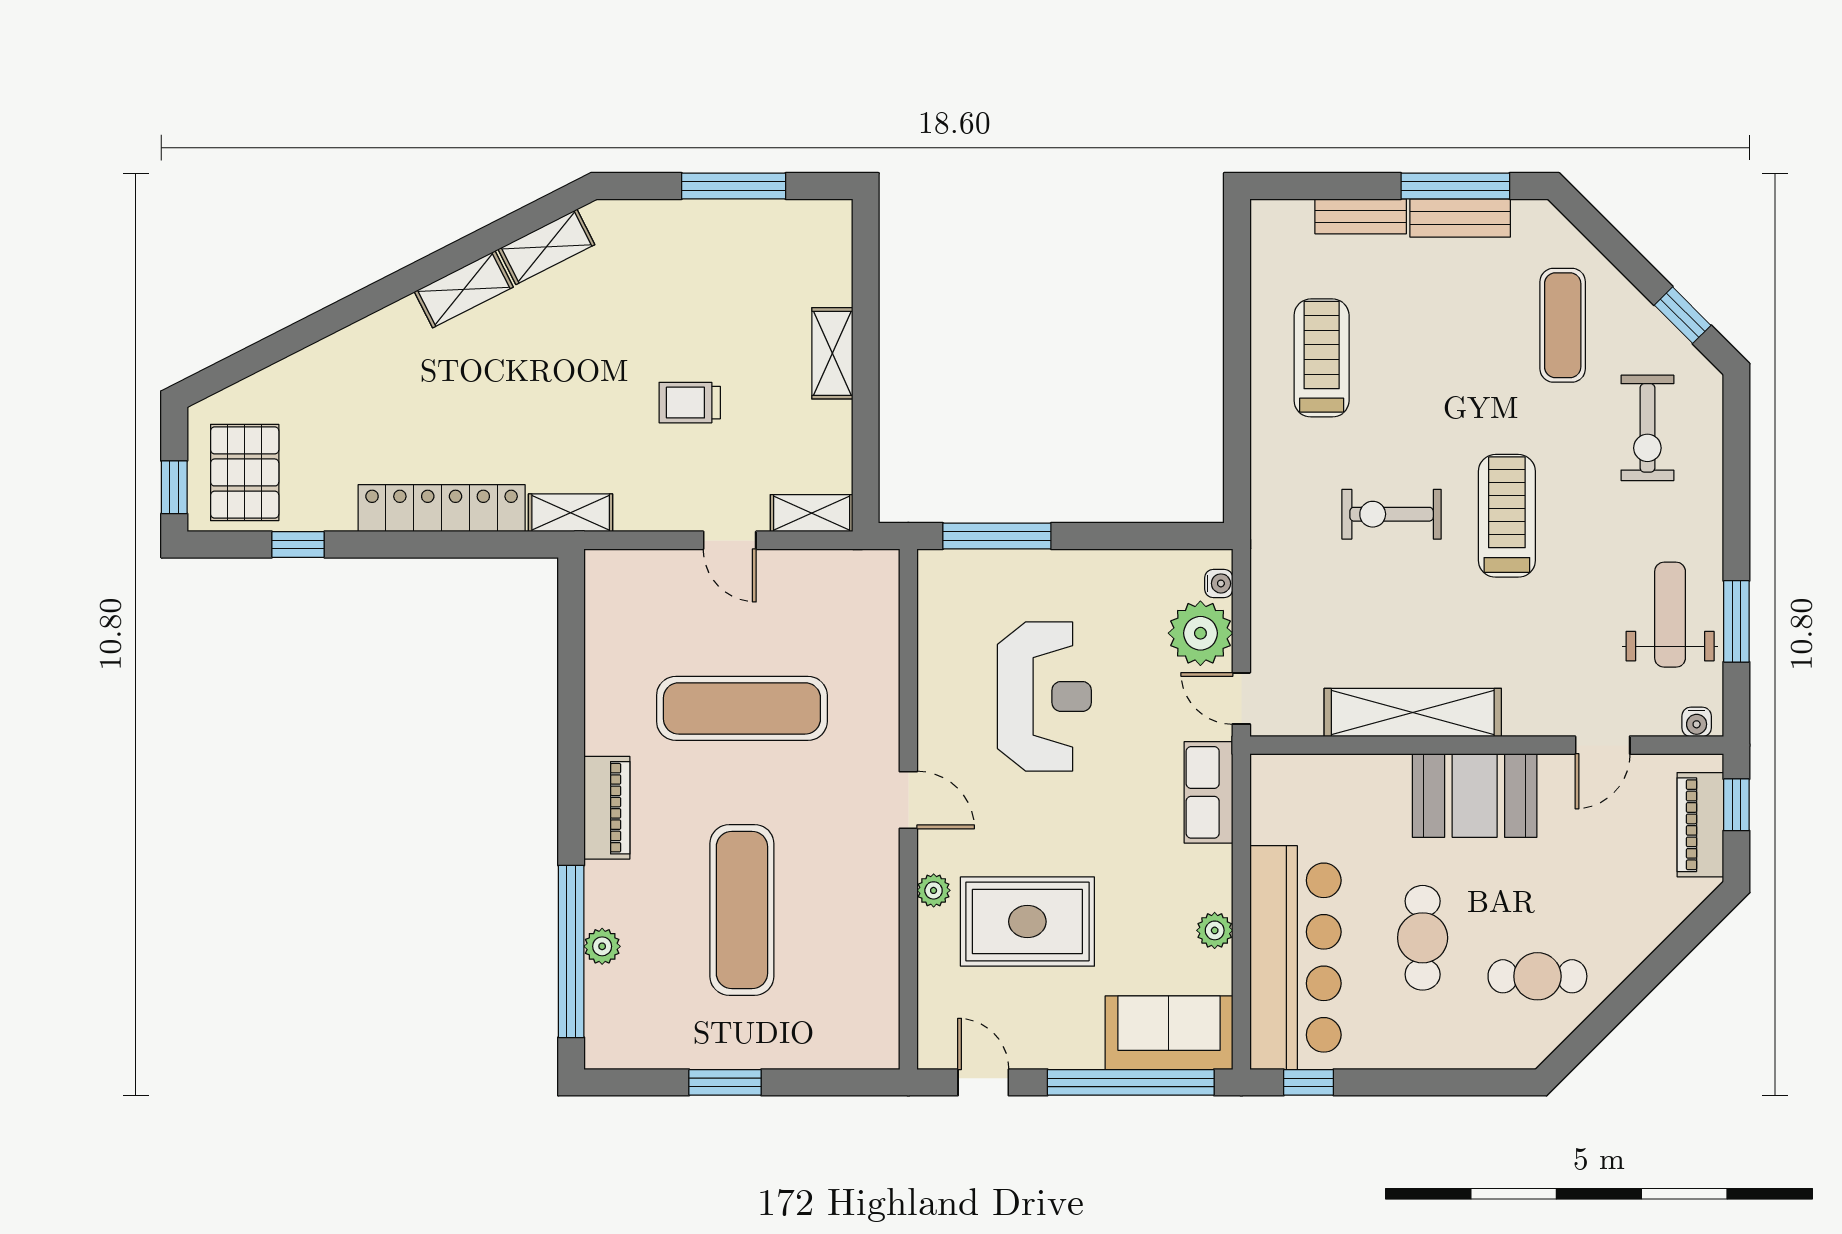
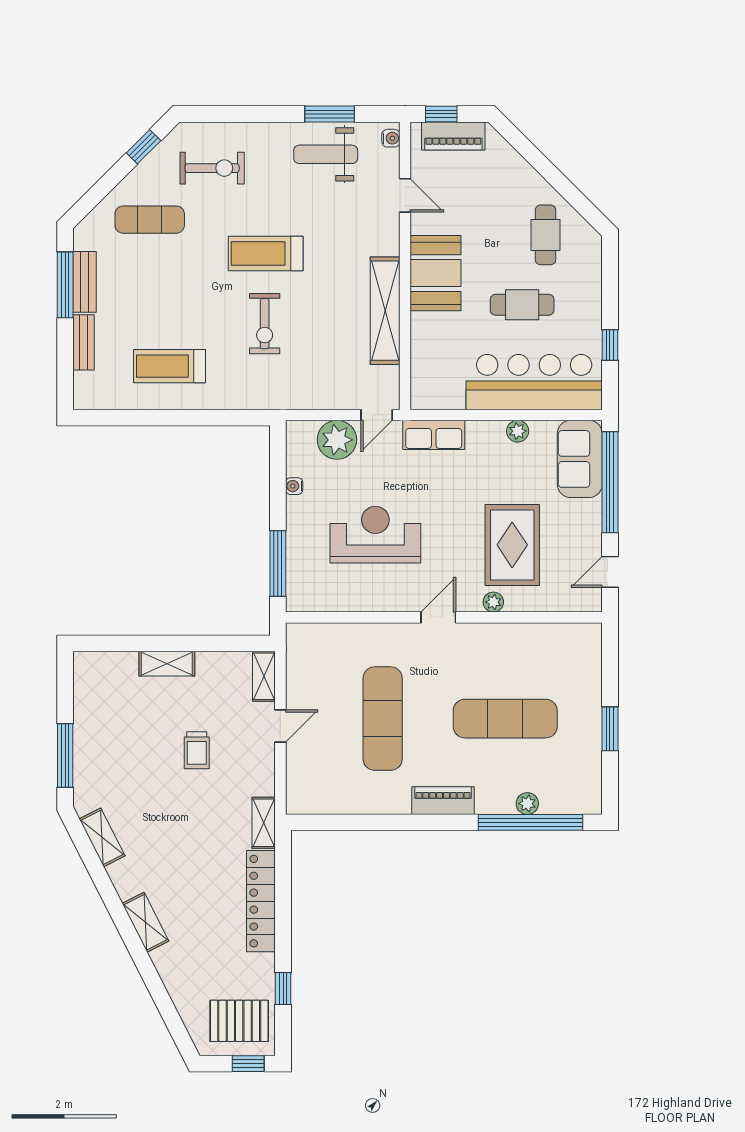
window: (734, 186) -> (65, 756), moved
shelving: (464, 289) -> (145, 922), moved
water cooler: (1219, 583) -> (294, 486), moved, turned -90
window: (1309, 1082) -> (610, 345), moved

